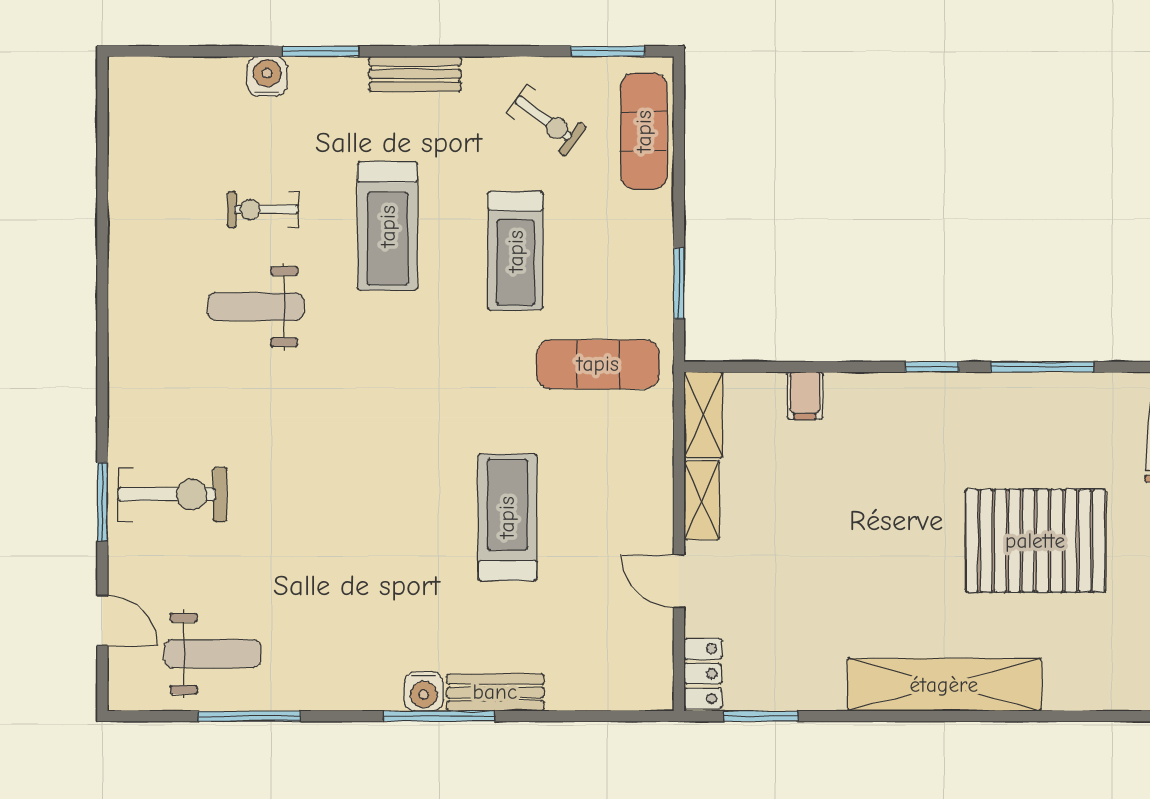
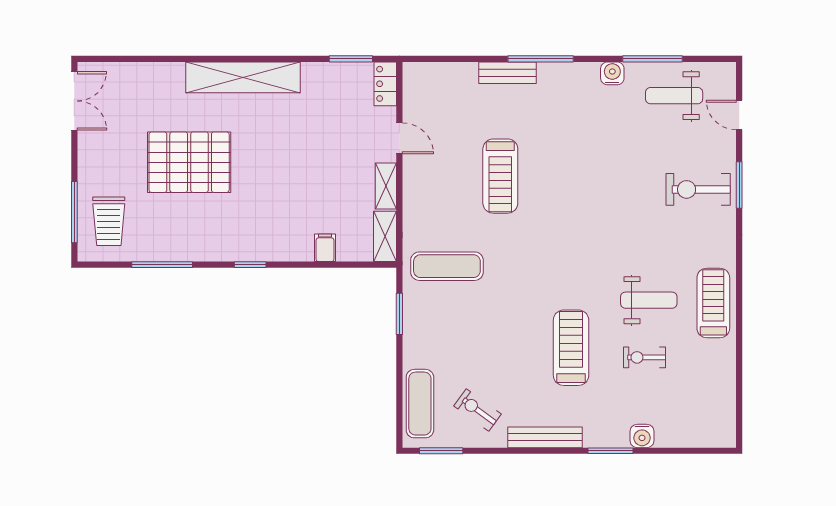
bench: (415, 74) -> (545, 437), width x1.36
exercise bike: (263, 210) -> (644, 357), turned 180
treadmill: (516, 251) -> (713, 303), moved
window: (1042, 367) -> (162, 265), moved
water cooler: (424, 691) -> (612, 73), moved

